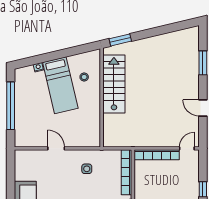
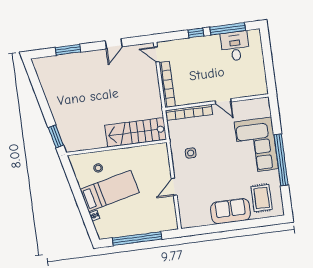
stairs: (114, 84) -> (136, 132), moved

